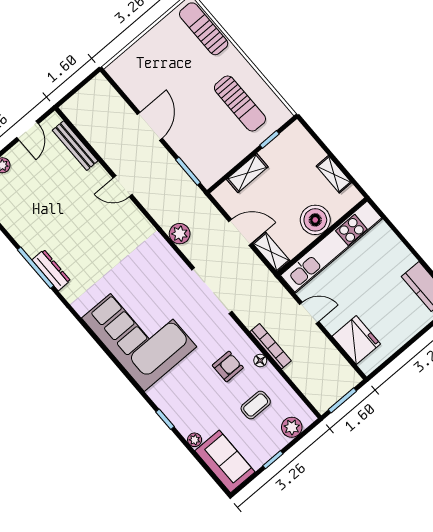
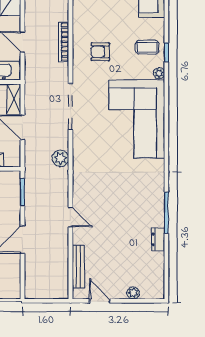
door: (28, 131) -> (100, 301), hinge flipped
dresser: (51, 270) -> (158, 239), moved, width x0.70
floor lamp: (260, 360) -> (77, 38), removed
coffee table: (256, 405) -> (147, 47), moved
plant: (195, 440) -> (159, 73), moved

